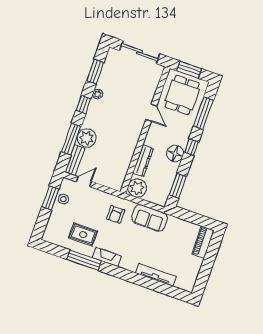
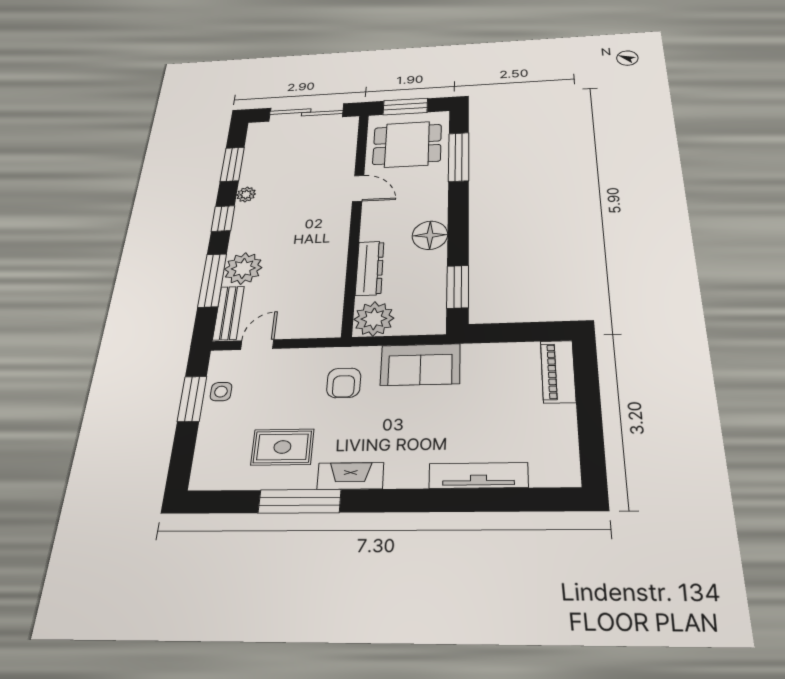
dining table: (182, 95) -> (407, 144), turned 90
window: (191, 147) -> (458, 215), removed

